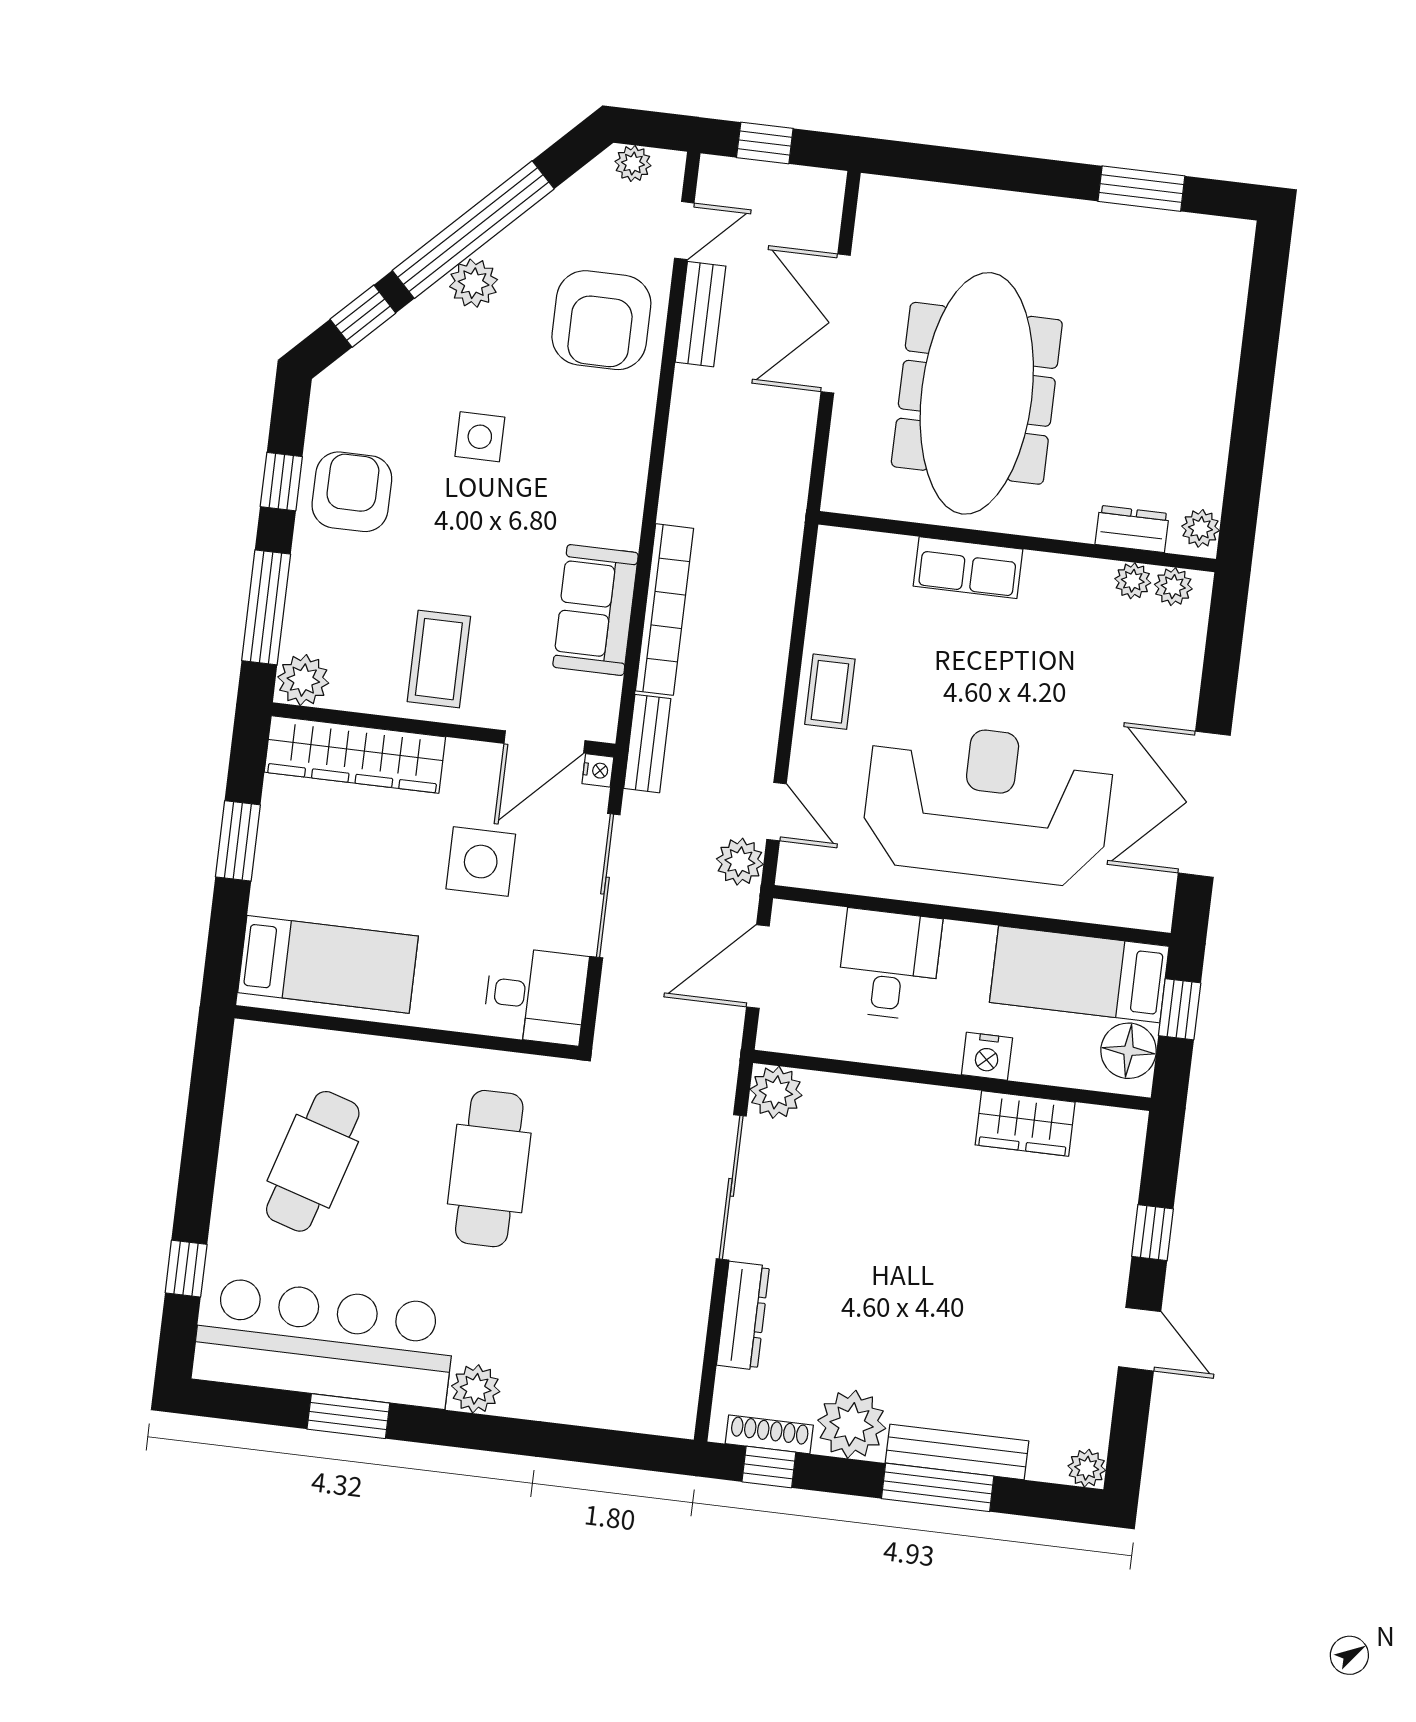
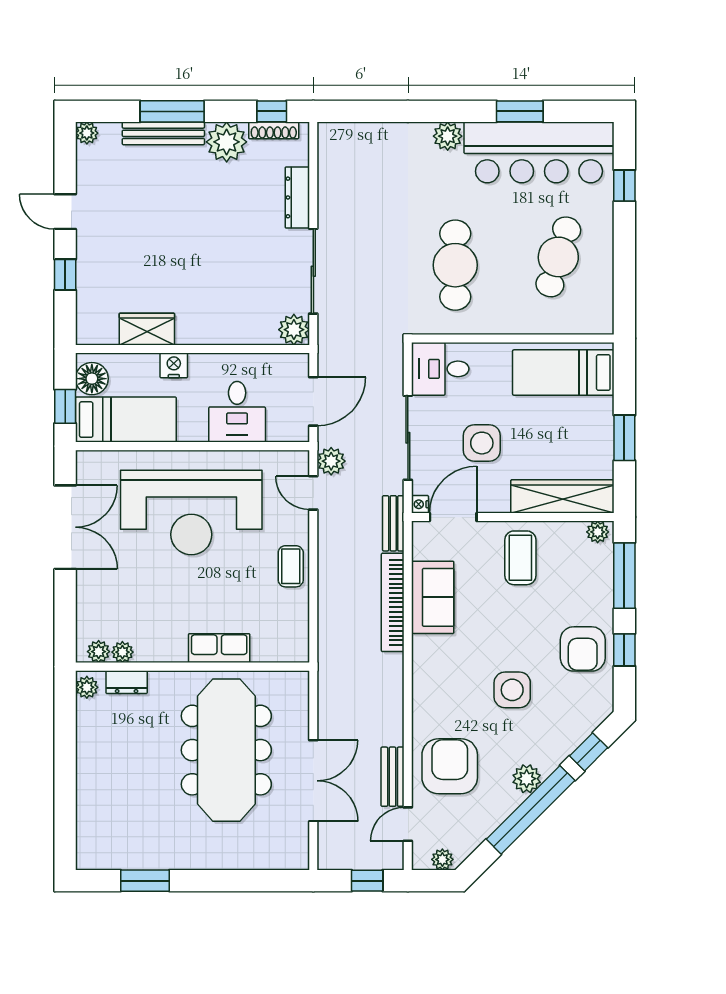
side table: (480, 437) -> (512, 690), width x1.37, depth x1.37
plant: (303, 680) -> (598, 532), width x0.73, depth x0.73

